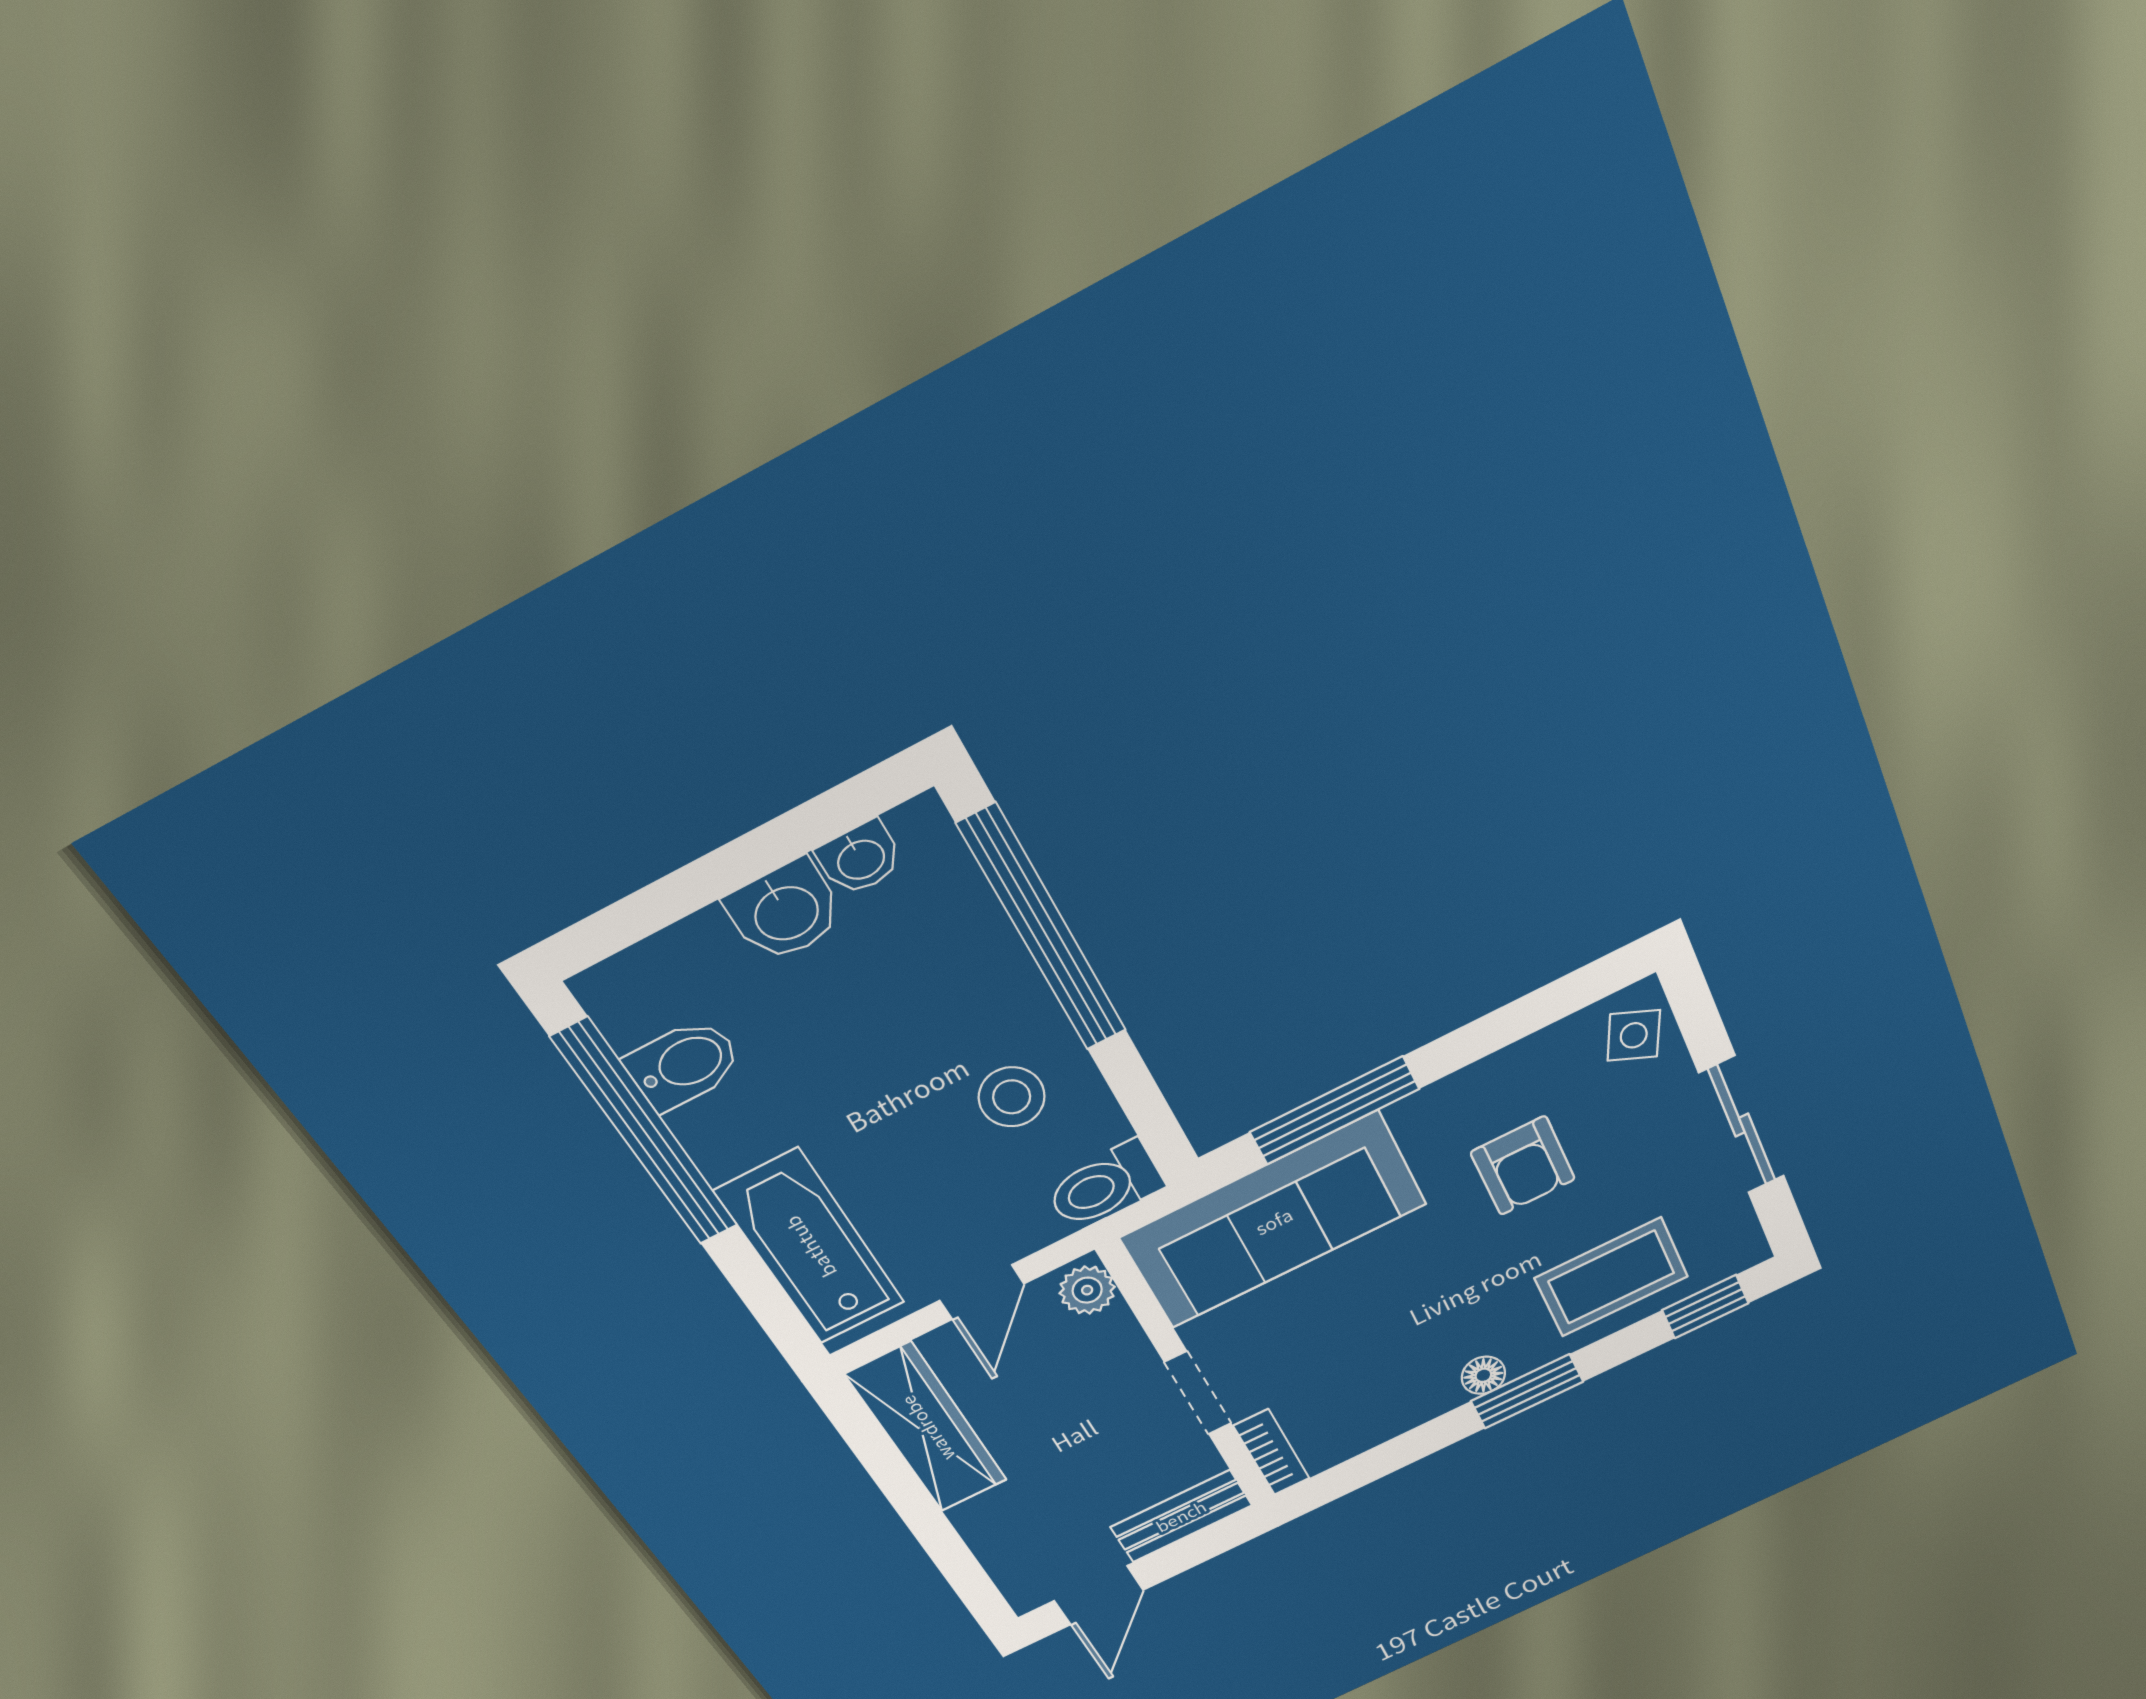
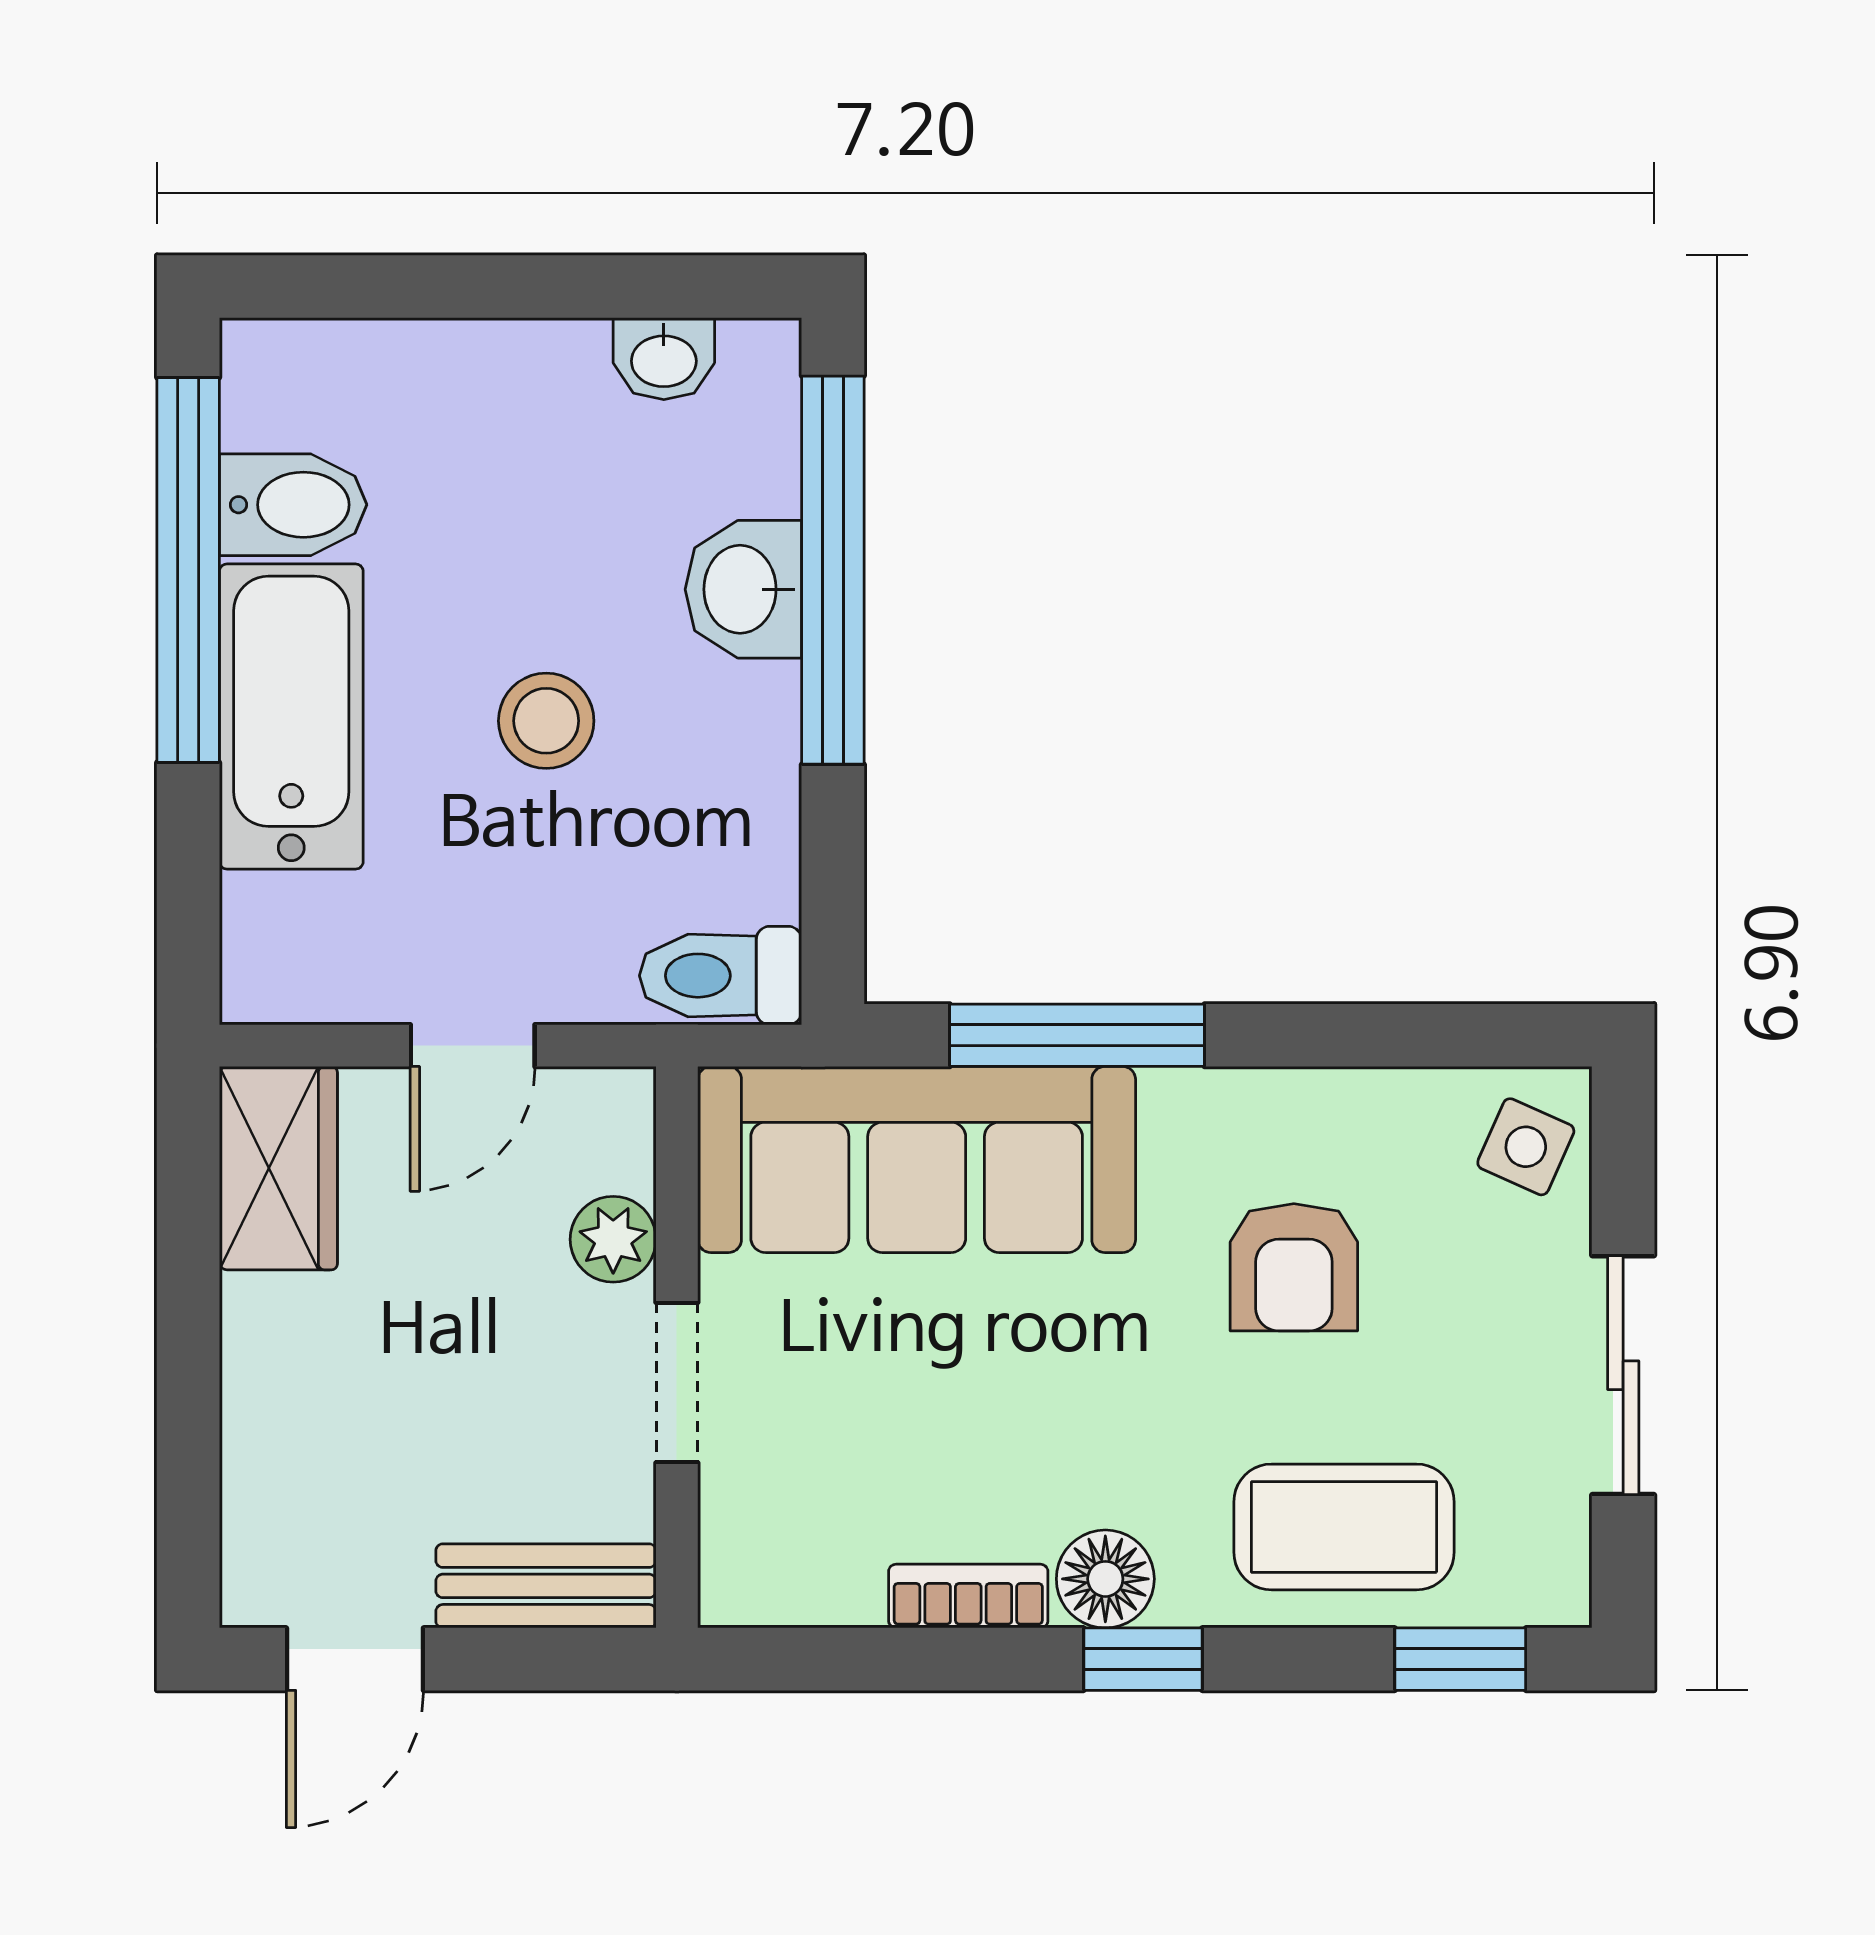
washbasin: (785, 911) -> (743, 589), moved, turned 90
stool: (1012, 1097) -> (546, 721), moved
bathtub: (810, 1247) -> (291, 717), moved
plant: (1087, 1290) -> (613, 1239), moved
floor lamp: (1483, 1375) -> (1105, 1579), width x1.37, depth x1.37
window: (1527, 1391) -> (1143, 1659), width x0.67
wardrobe: (927, 1428) -> (278, 1168), width x0.67
bookcase: (1271, 1452) -> (968, 1596), moved, turned -90

